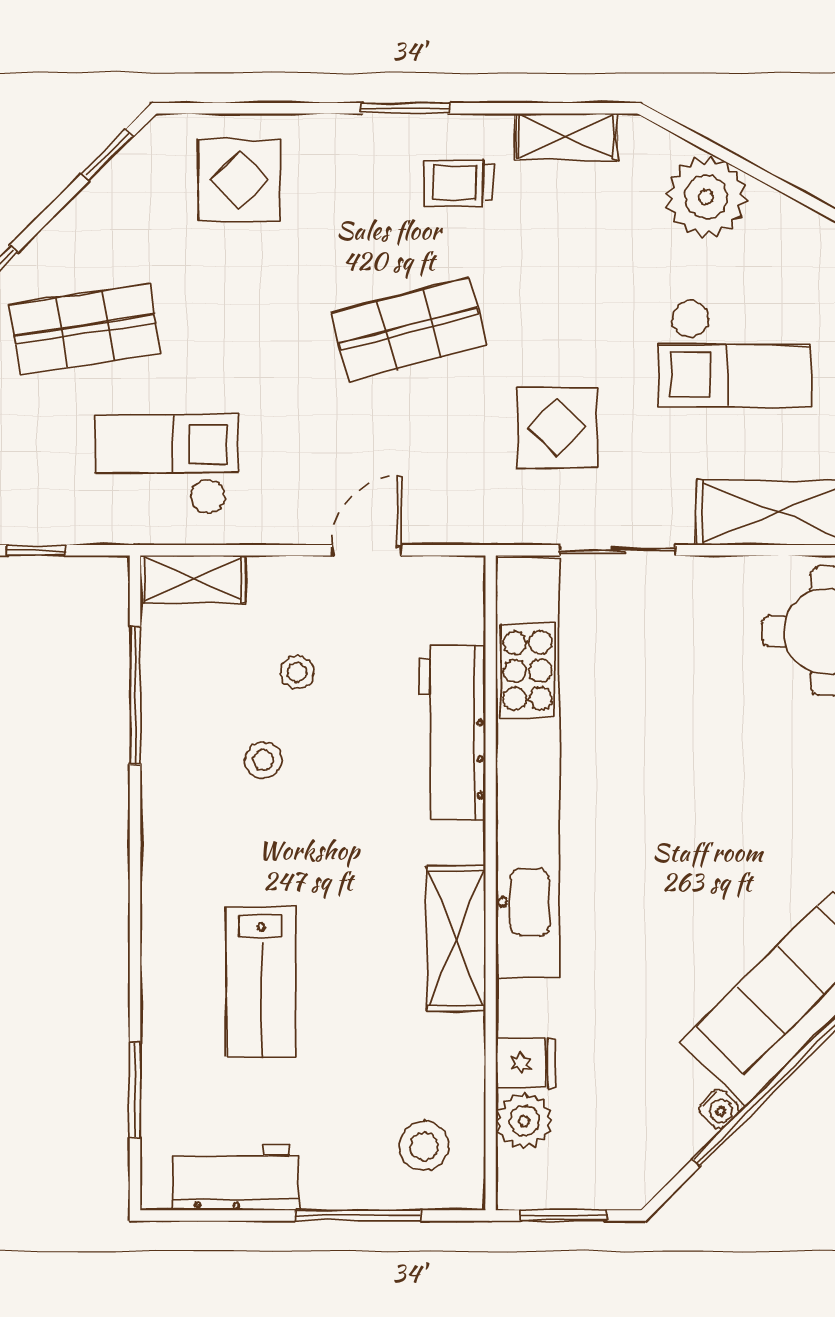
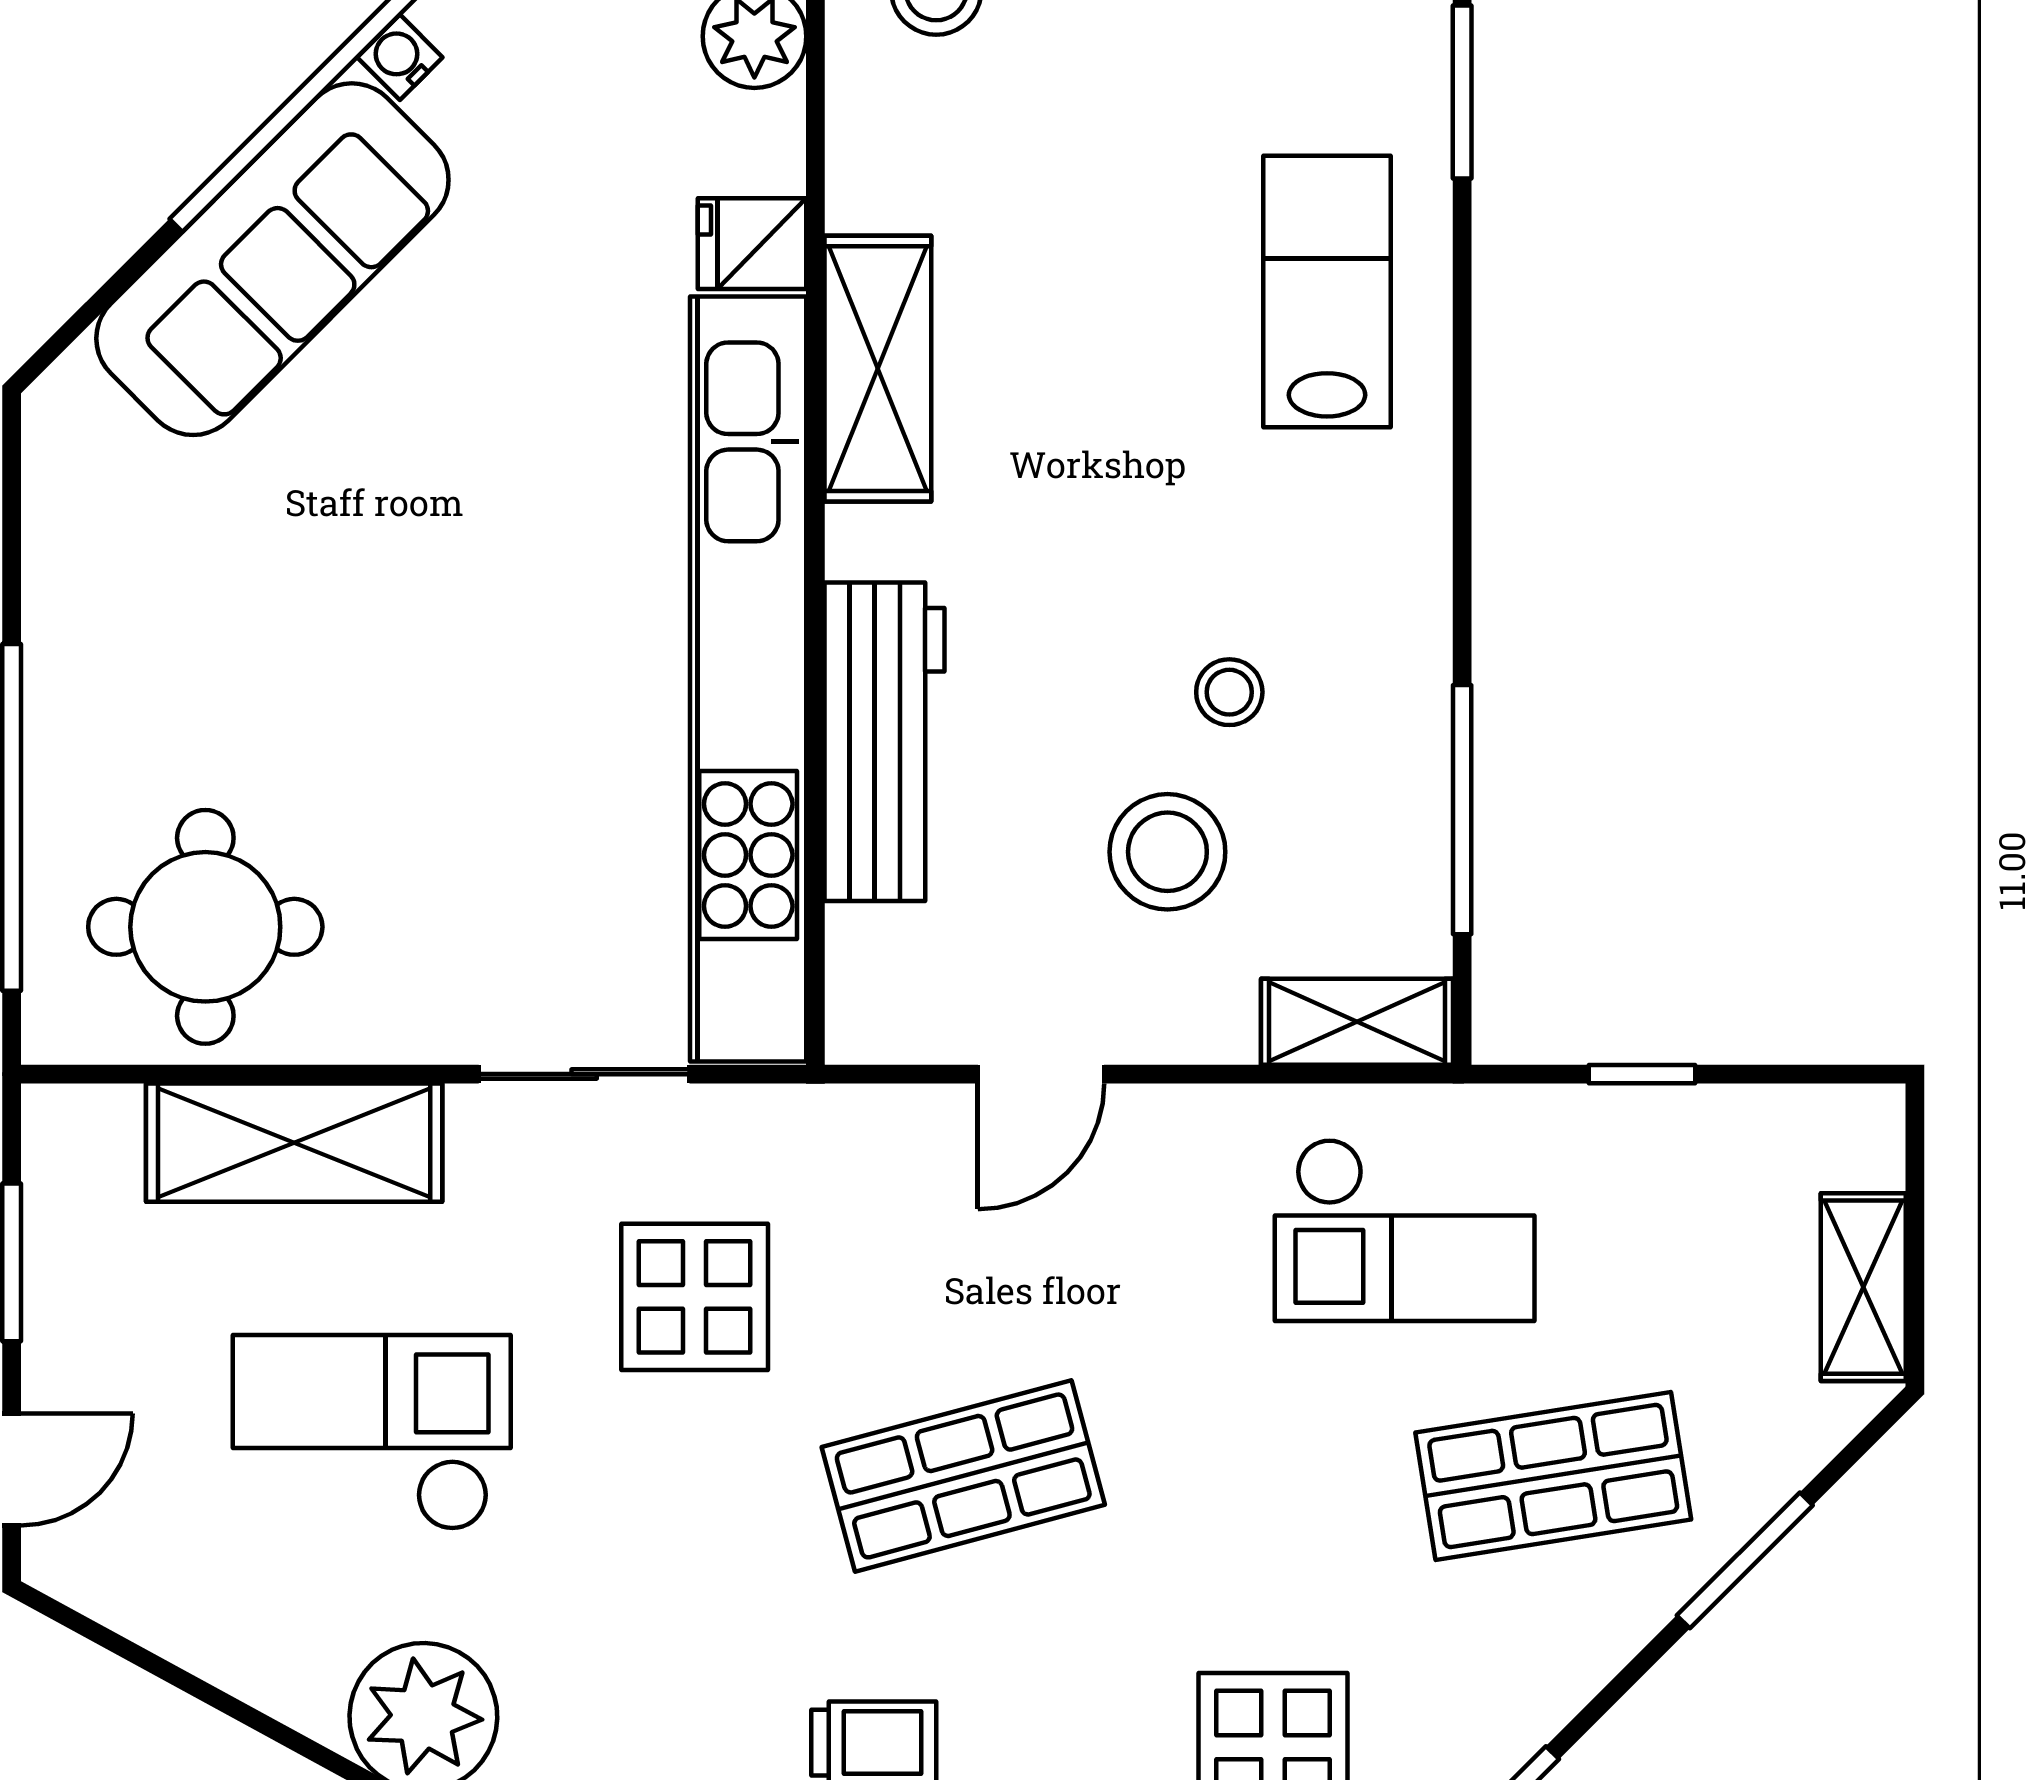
stool: (297, 672) -> (1167, 852), width x1.89, depth x1.89
lab bench: (261, 982) -> (1327, 292), moved
fridge: (525, 1063) -> (752, 244), moved

